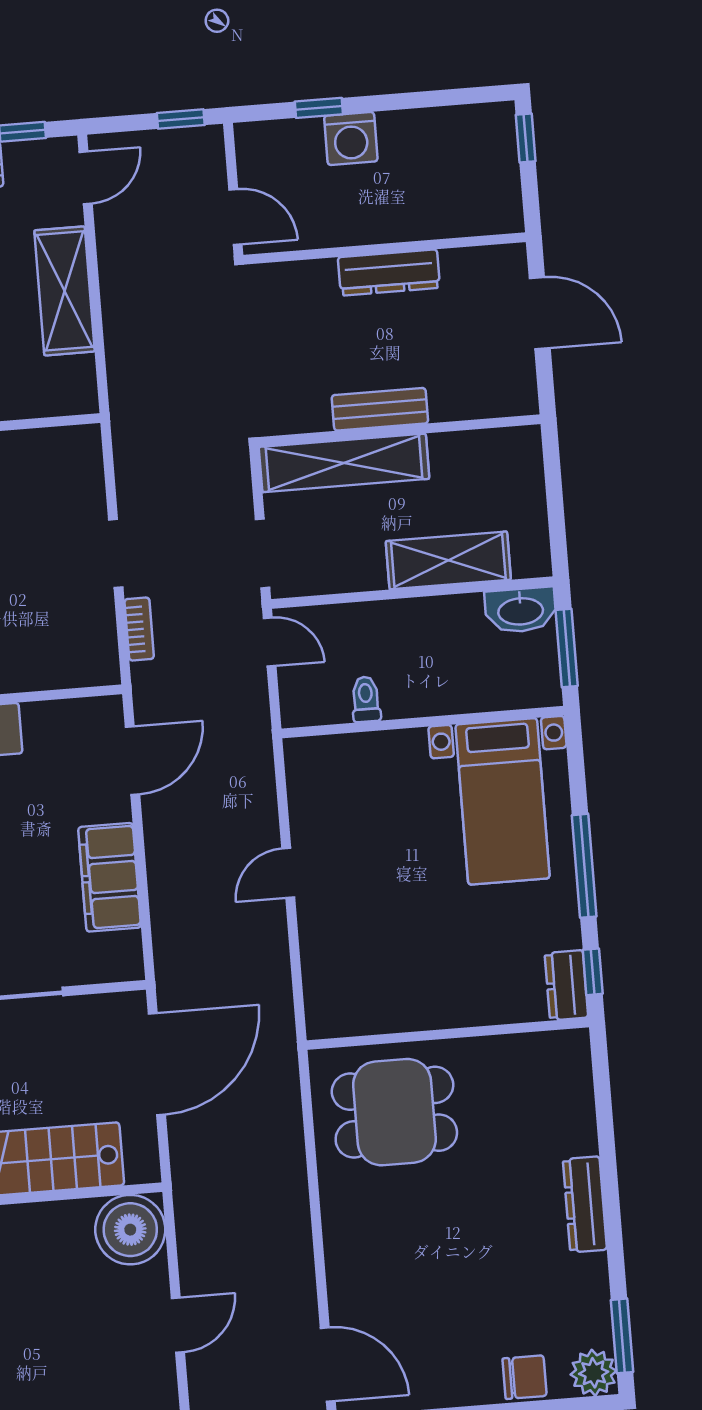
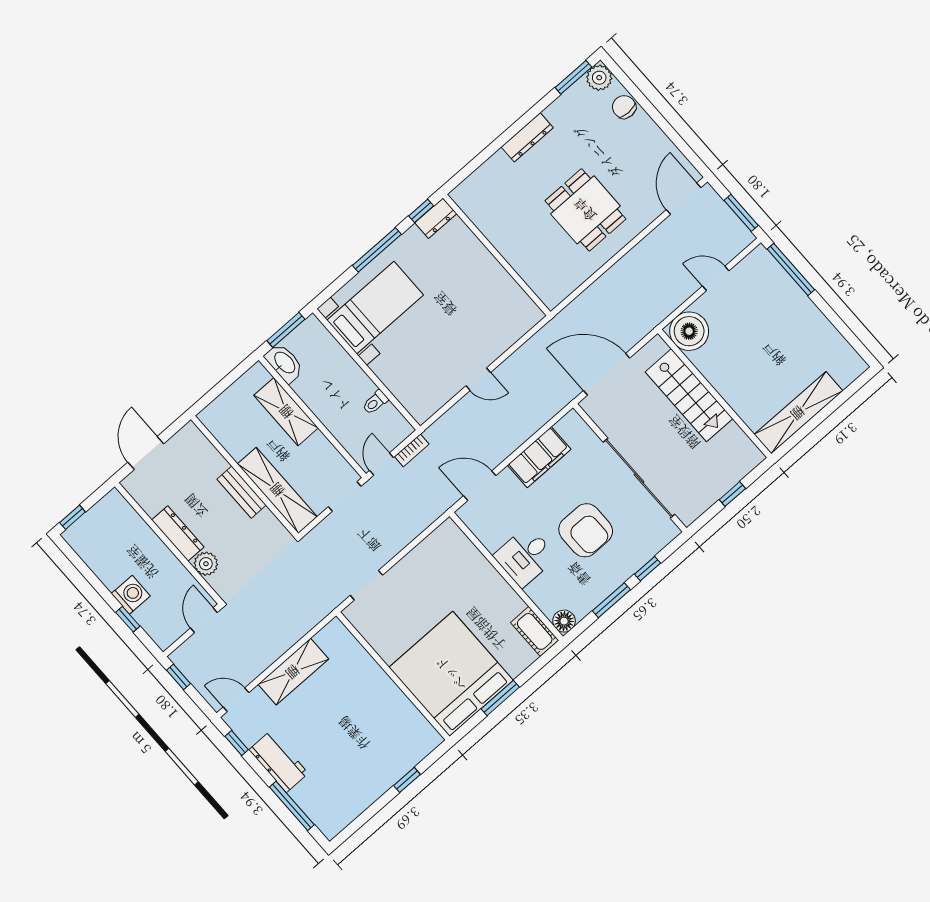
plant: (315, 281) -> (206, 564), added
doorway: (116, 553) -> (366, 585), moved
bookcase: (139, 629) -> (412, 450), moved, turned 180
dining table: (394, 1112) -> (585, 210), moved

